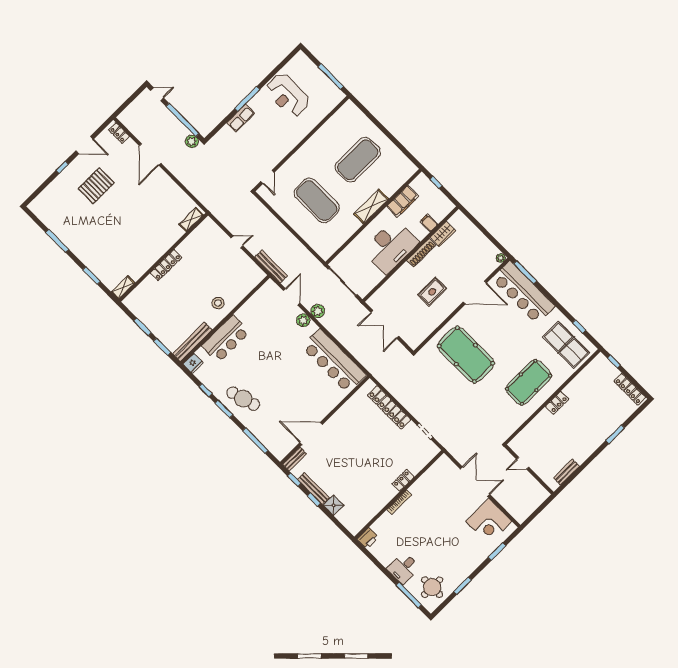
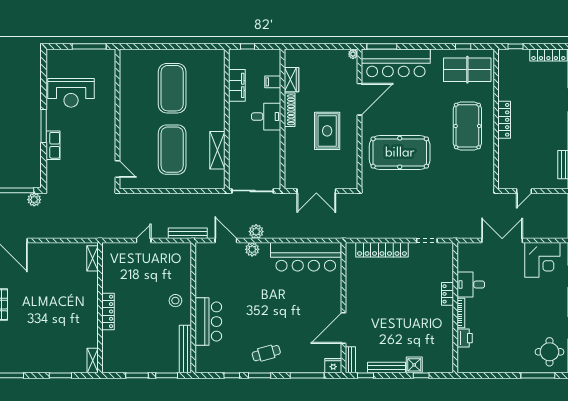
exercise mat: (317, 201) -> (172, 150), turned 90
shelving: (371, 206) -> (217, 150), moved
desk: (391, 246) -> (266, 117), width x0.53, depth x0.77
rug: (432, 292) -> (327, 131), width x1.36, depth x1.43
fridge: (193, 363) -> (333, 366), moved, turned -90
cafe table: (243, 399) -> (266, 353), width x0.73, depth x0.74
locker: (557, 403) -> (504, 120), width x1.53
window: (314, 499) -> (421, 375), moved
printer: (368, 538) -> (465, 338), moved
desk: (403, 568) -> (471, 284), moved, turned 90

